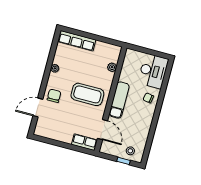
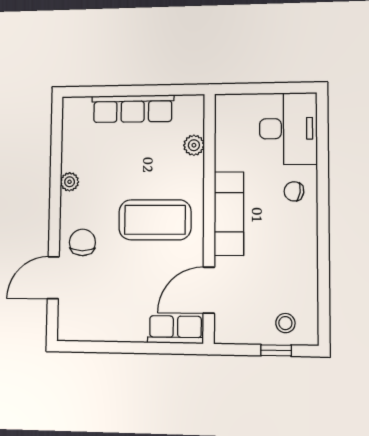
row of seats: (77, 41) -> (133, 109), moved
door: (102, 130) -> (209, 290), swing flipped

